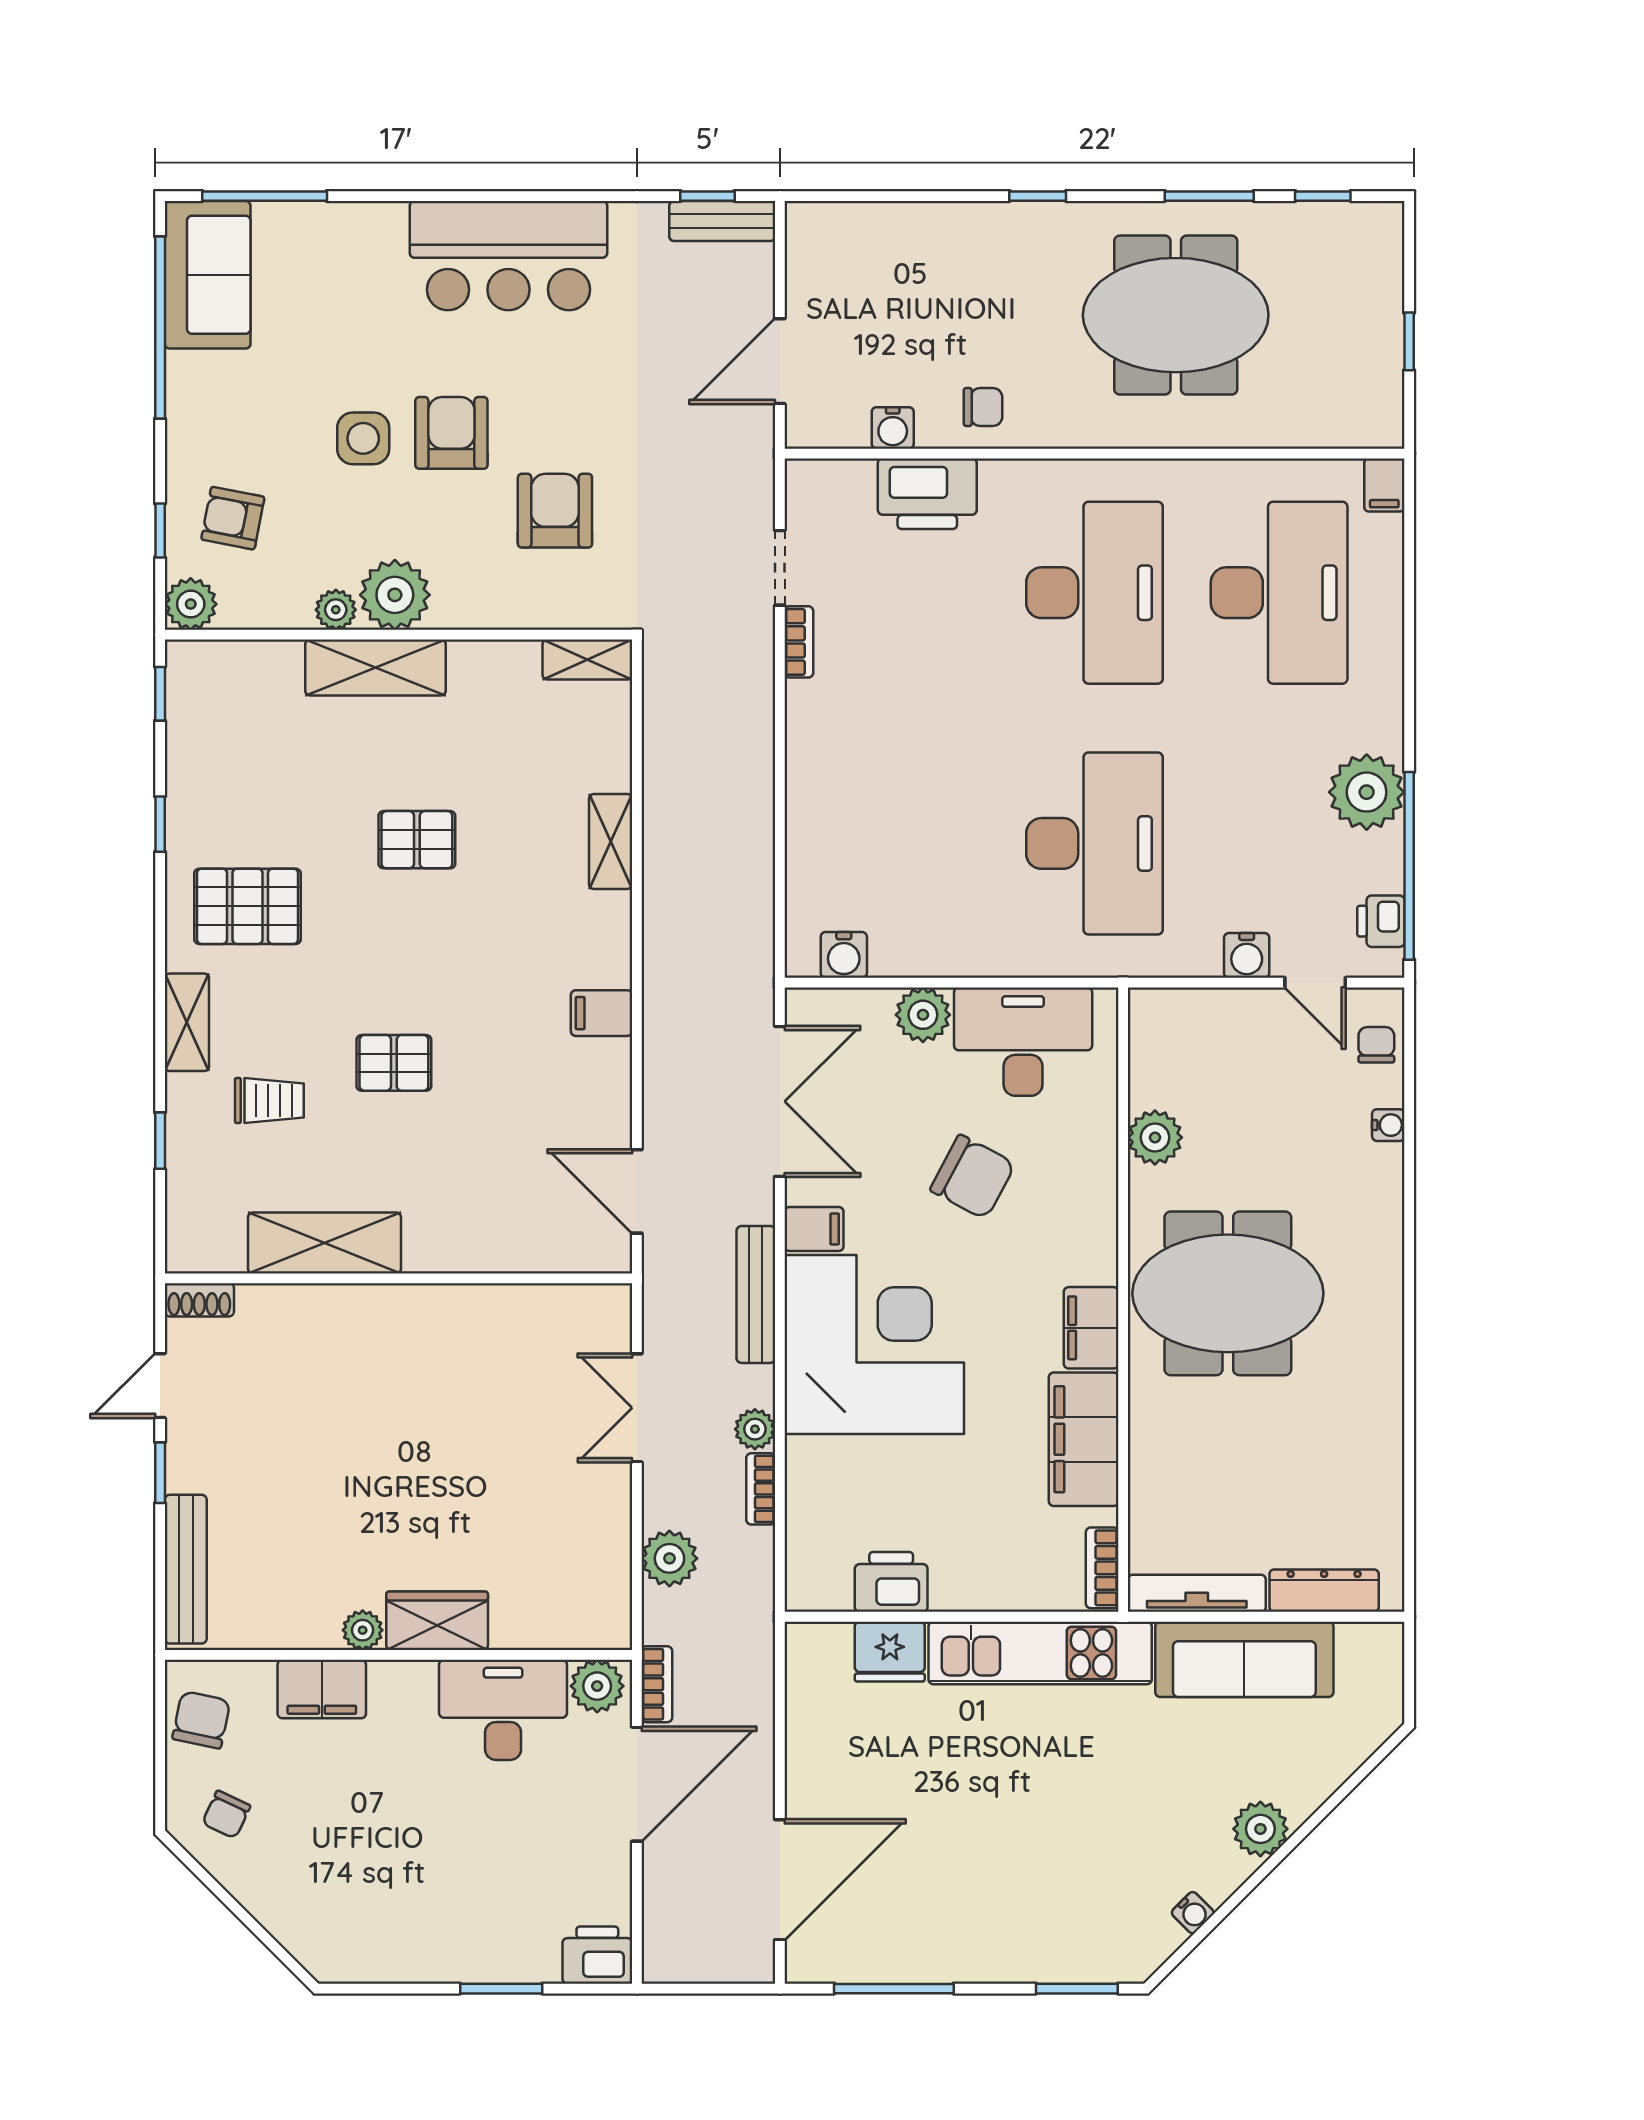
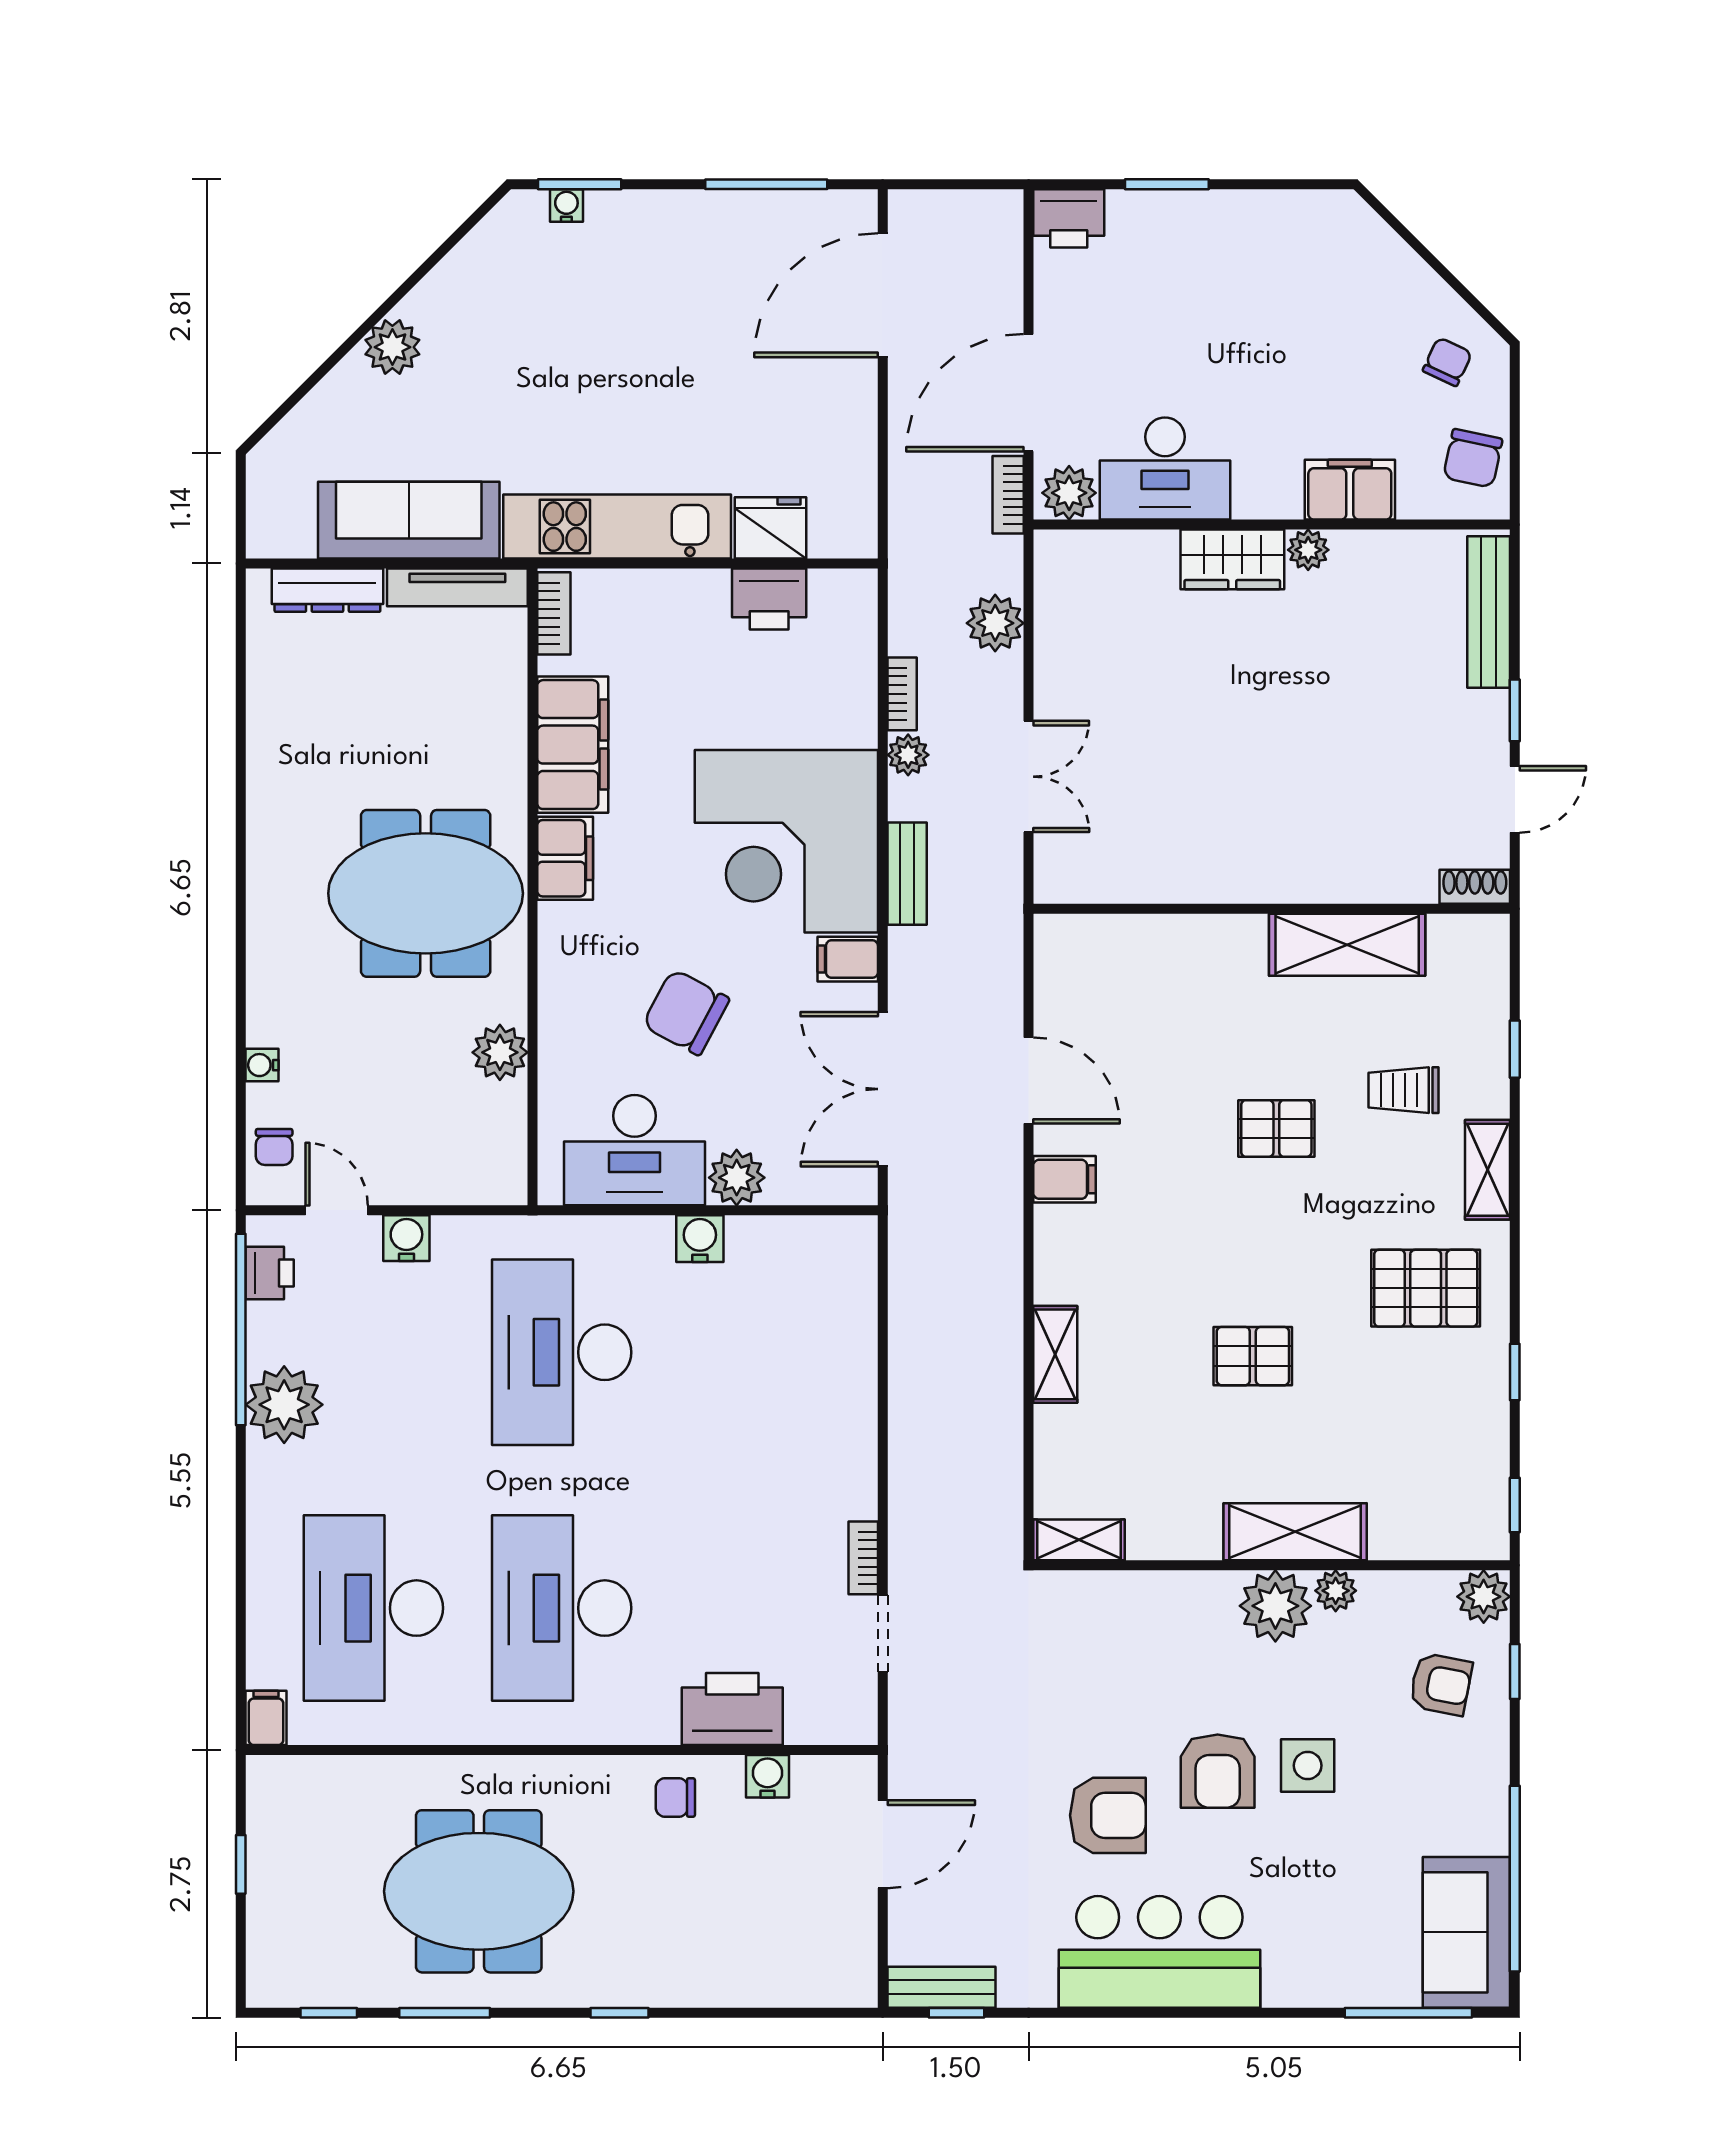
armchair: (555, 511) -> (1108, 1815), moved, turned -90
water cooler: (844, 955) -> (700, 1239), moved
door: (637, 1191) -> (1029, 1080), moved
bench: (756, 1294) -> (907, 874), width x0.73
water cooler: (1193, 1913) -> (566, 205), moved, turned 45

